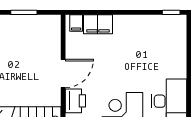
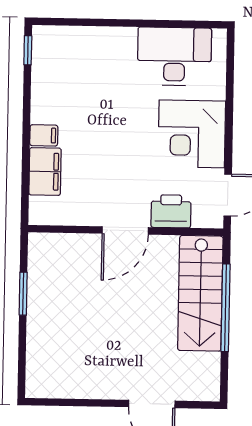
filing cabinet: (76, 23) -> (44, 135), moved
door: (63, 73) -> (125, 230), swing flipped

